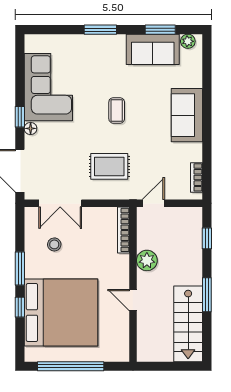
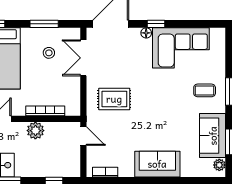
coffee table: (117, 110) -> (205, 90), moved
rug: (109, 166) -> (114, 99), turned 90
bookcase: (123, 230) -> (45, 111), moved
window: (20, 269) -> (44, 24), moved

